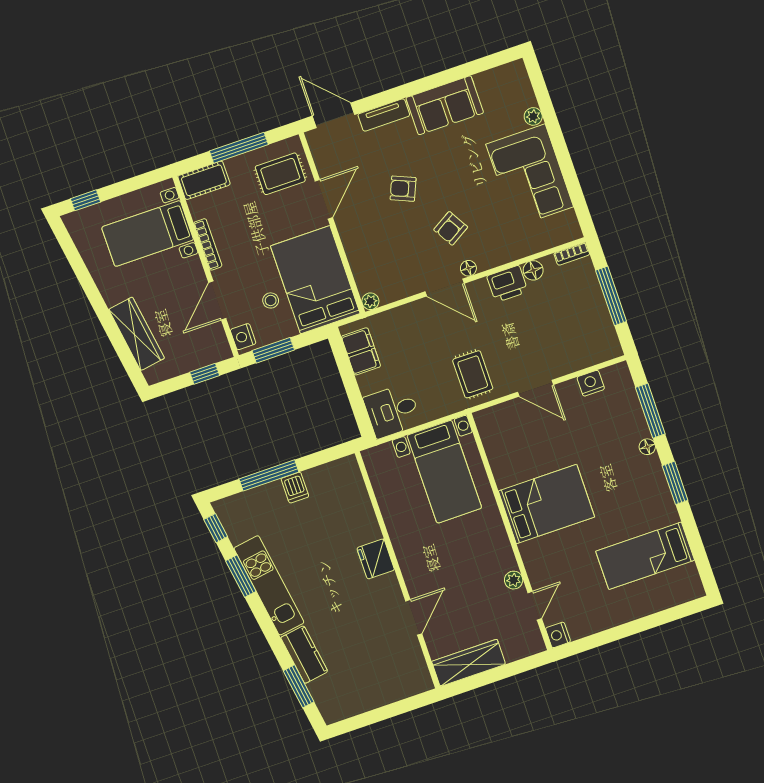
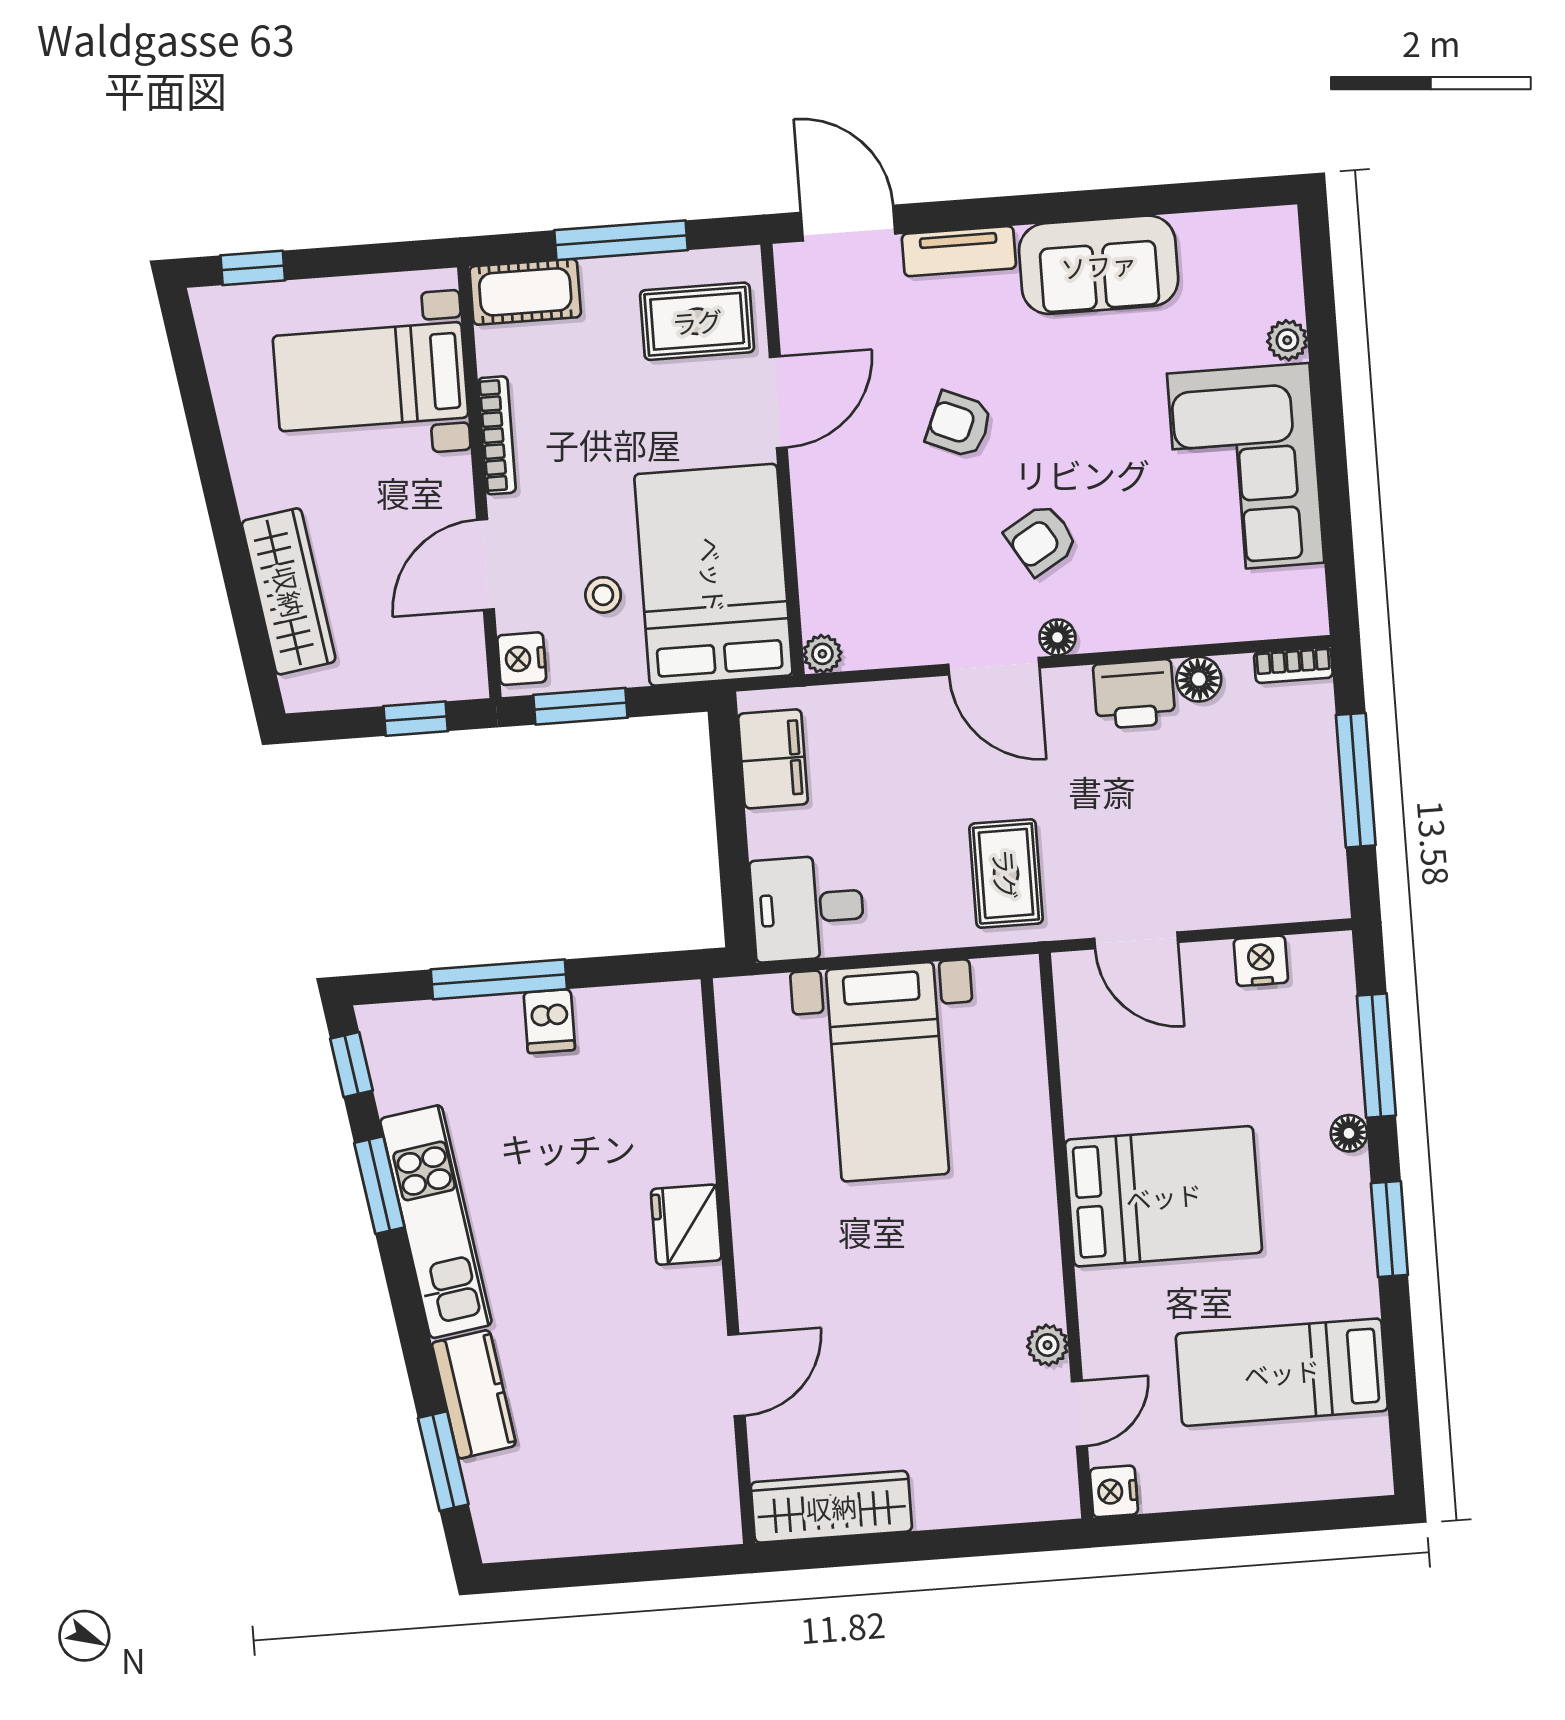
bed: (546, 504) -> (1164, 1196), moved
wall: (509, 532) -> (1066, 1236), moved
plant: (514, 580) -> (1048, 1345), moved
door: (535, 606) -> (1079, 1414), moved
nightstand: (558, 635) -> (1114, 1491), moved

